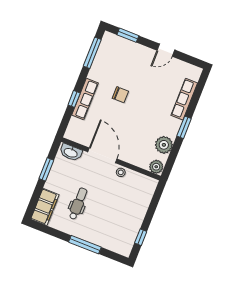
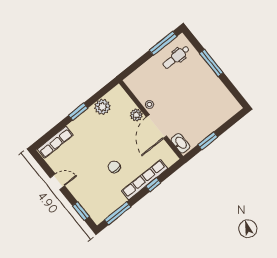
row of seats: (85, 99) -> (145, 180), width x1.36
row of seats: (184, 99) -> (55, 142), moved
plant: (156, 167) -> (136, 115), moved
dental chair: (78, 204) -> (176, 57), moved
filing cabinet: (45, 207) -> (226, 111), removed
window: (141, 237) -> (163, 43), width x2.17

